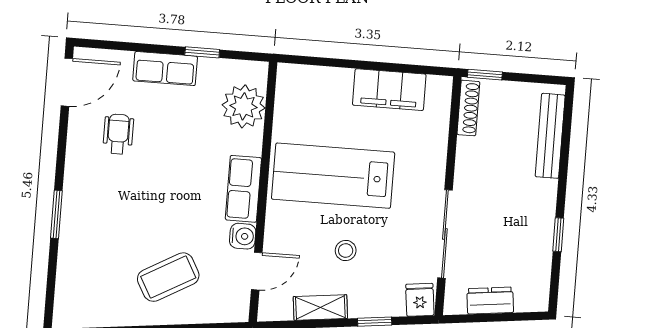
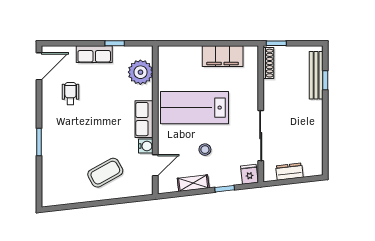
window: (558, 235) -> (325, 80), moved

